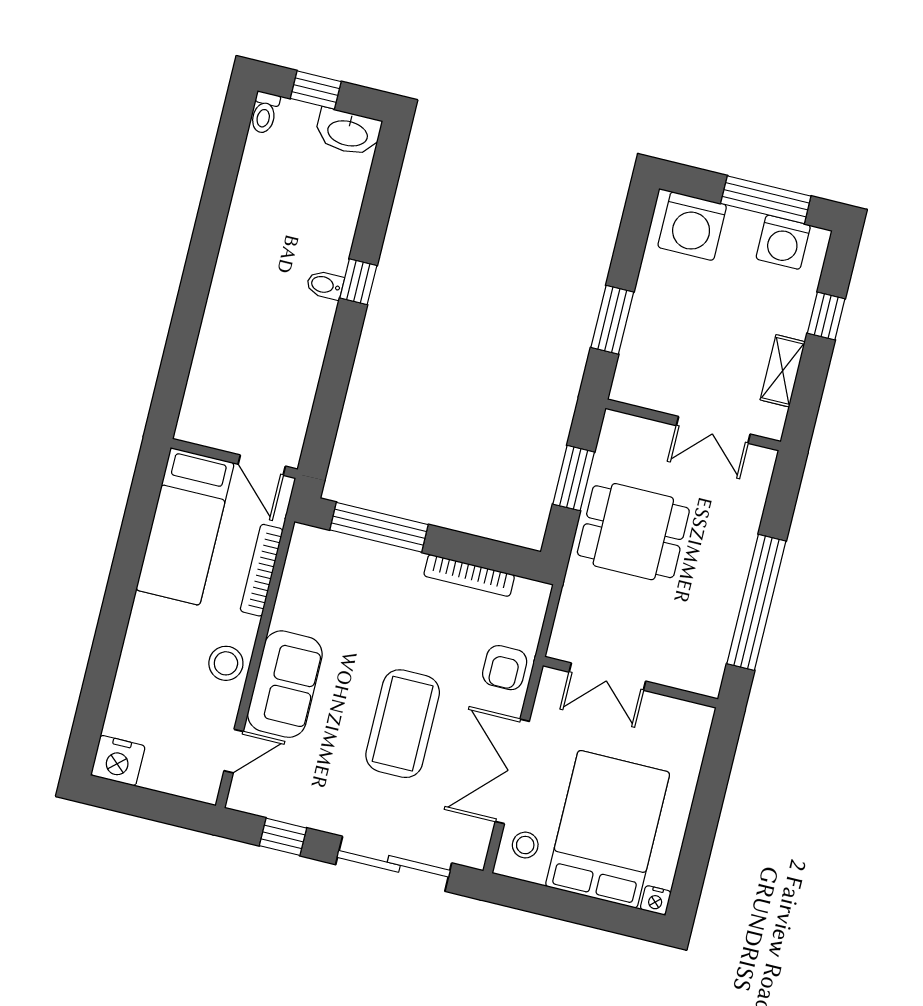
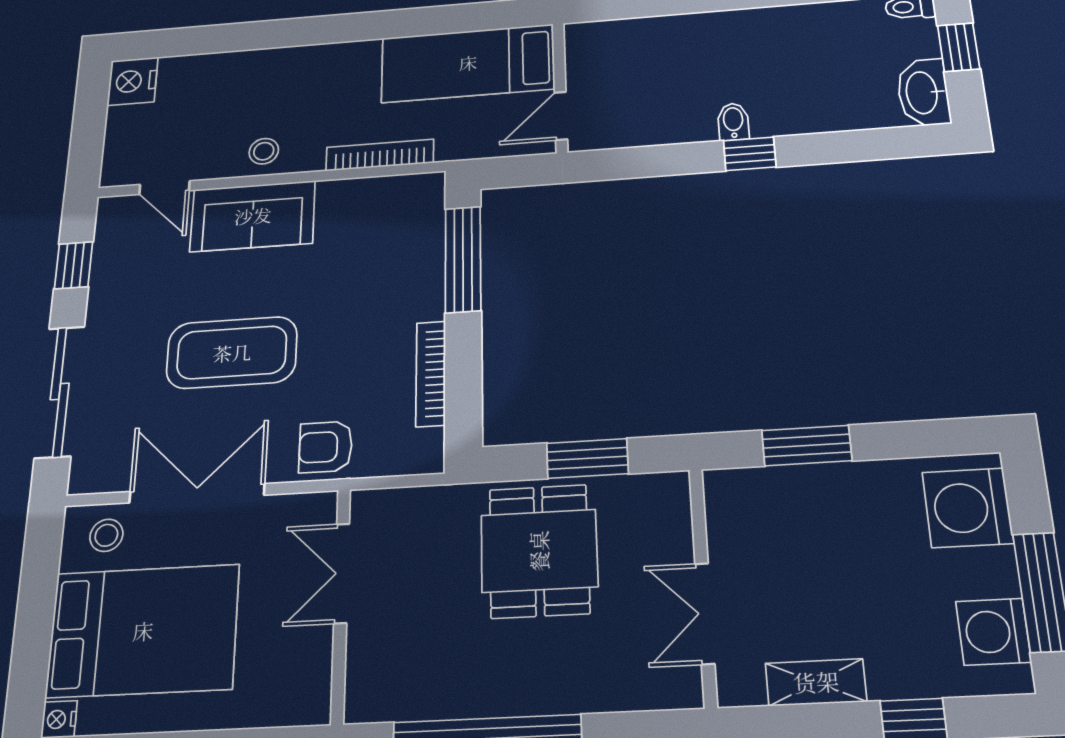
wall: (234, 458) -> (560, 87), moved
door: (262, 465) -> (561, 116), moved
bed: (185, 526) -> (468, 63), moved
stool: (226, 663) -> (264, 151), width x0.73, depth x0.73

